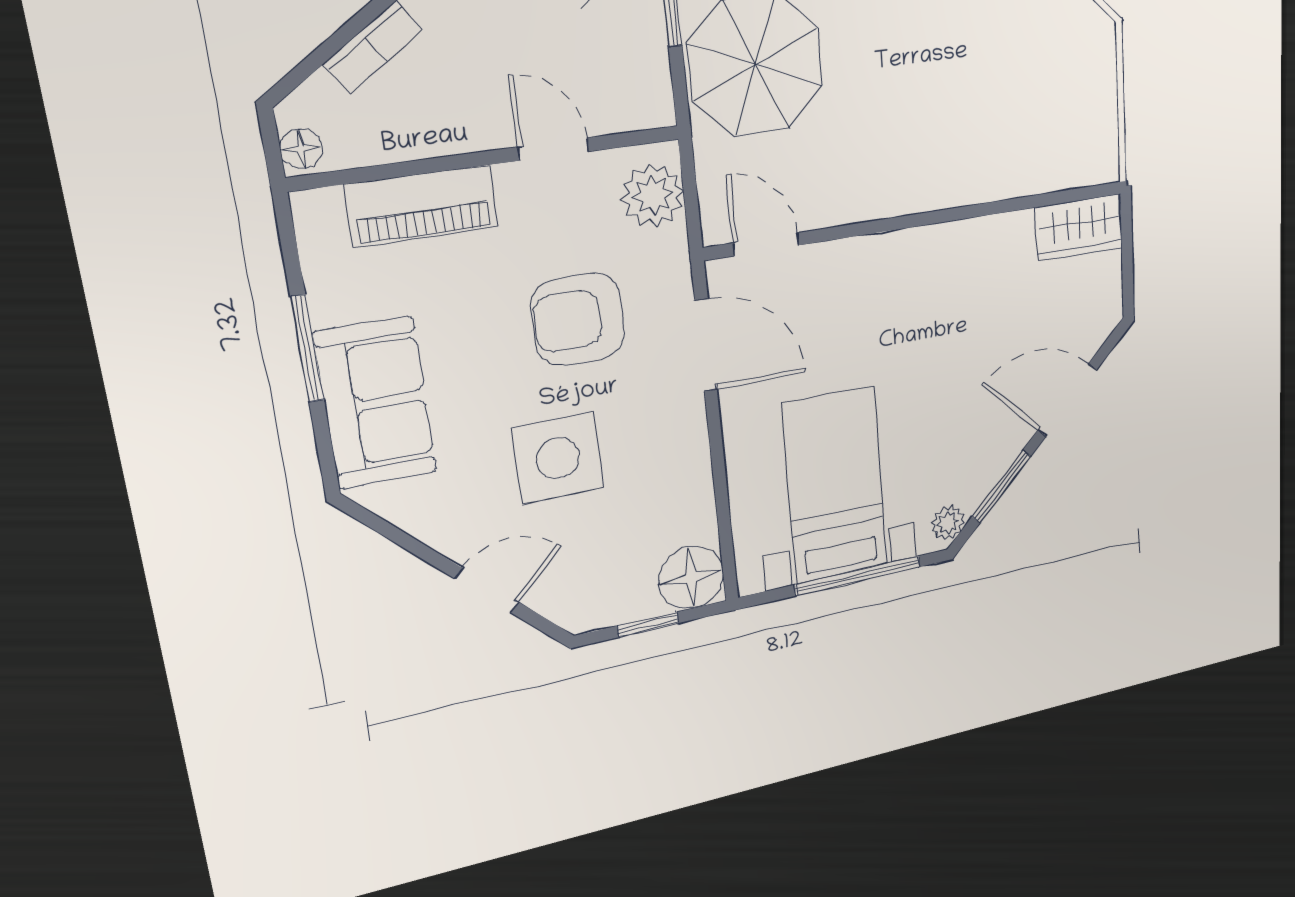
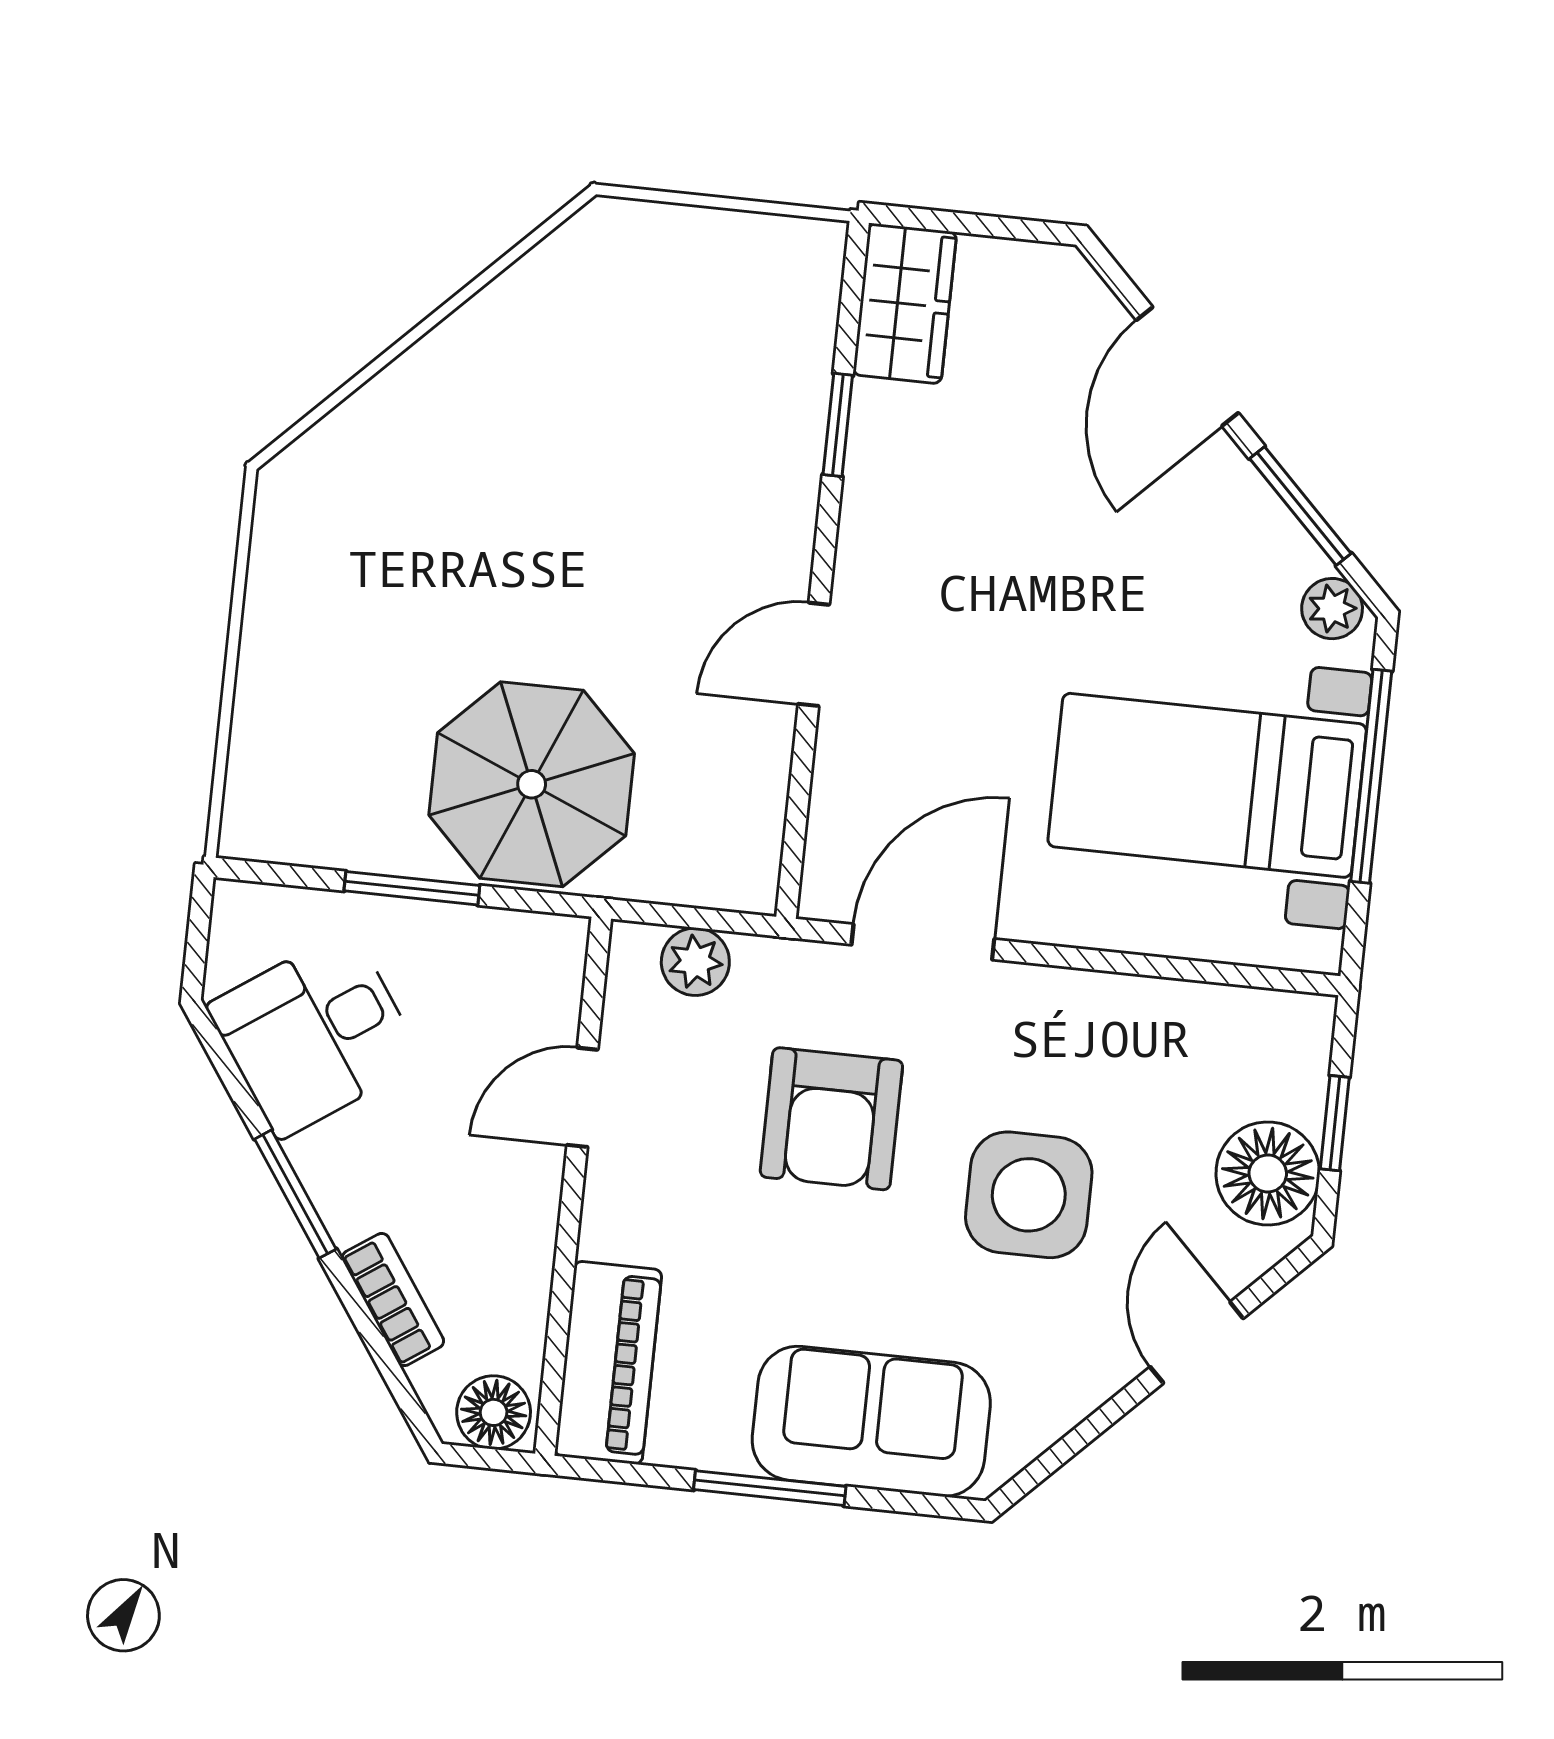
floor lamp: (301, 149) -> (494, 1412), width x1.37, depth x1.37
plant: (653, 195) -> (695, 962), width x0.73, depth x0.73
piano: (422, 206) -> (608, 1363), moved
window: (1006, 206) -> (838, 425), added
door: (766, 244) -> (814, 654), moved
floor lamp: (691, 578) -> (1268, 1173), moved

